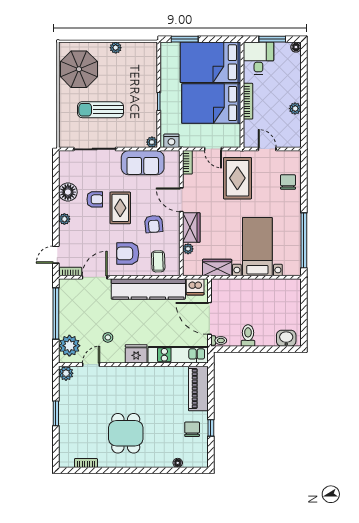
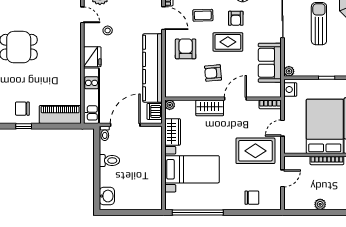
plant: (188, 249) -> (170, 105), moved
coffee table: (158, 261) -> (203, 15), moved
chair: (192, 429) -> (22, 109), turned 180

